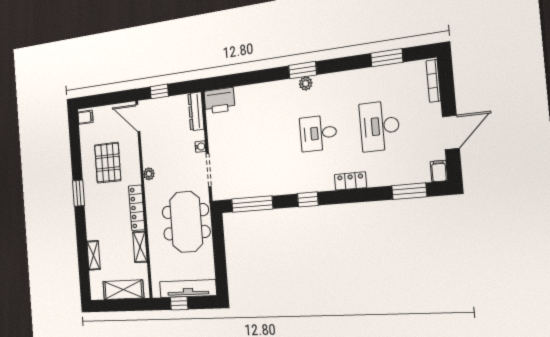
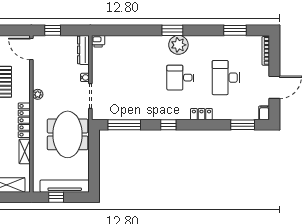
plant: (306, 83) -> (178, 45), width x1.87, depth x1.87
printer: (219, 101) -> (98, 41), width x0.53, depth x0.68

